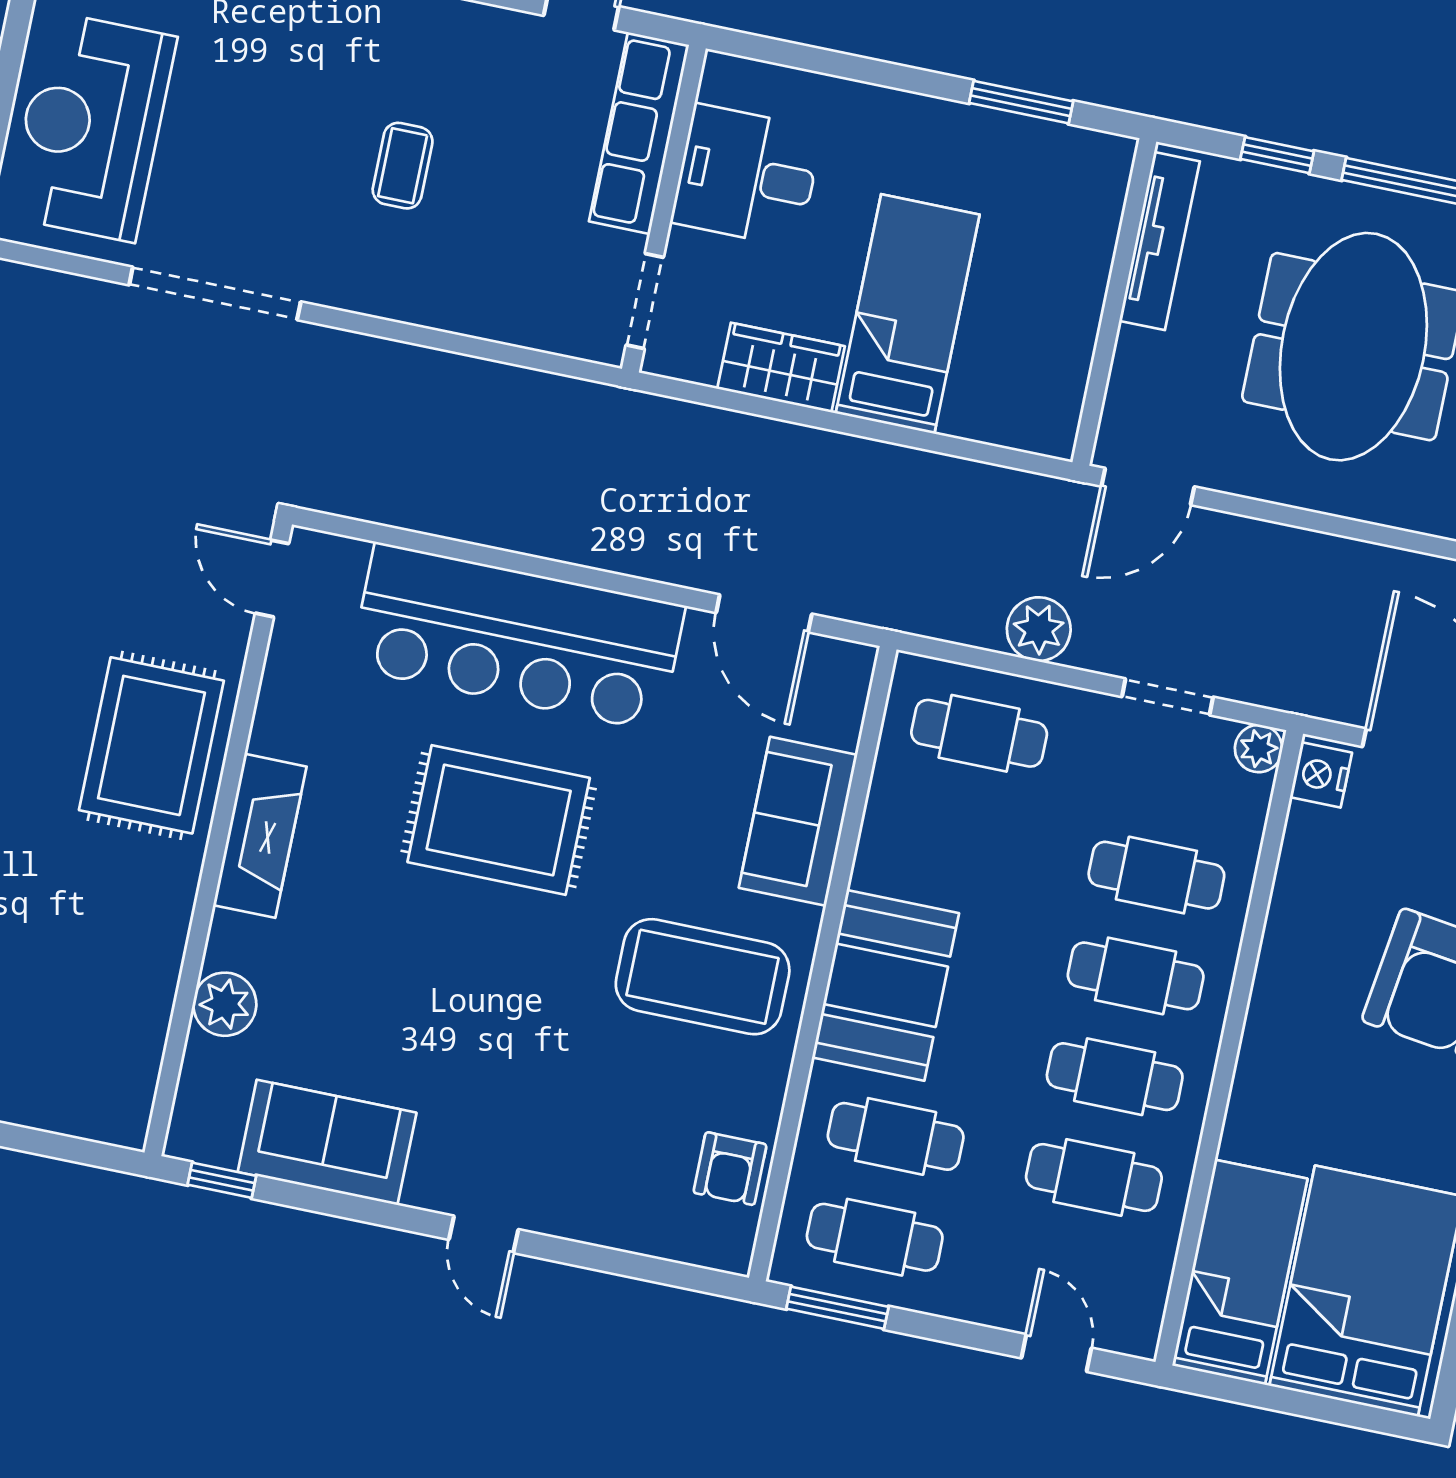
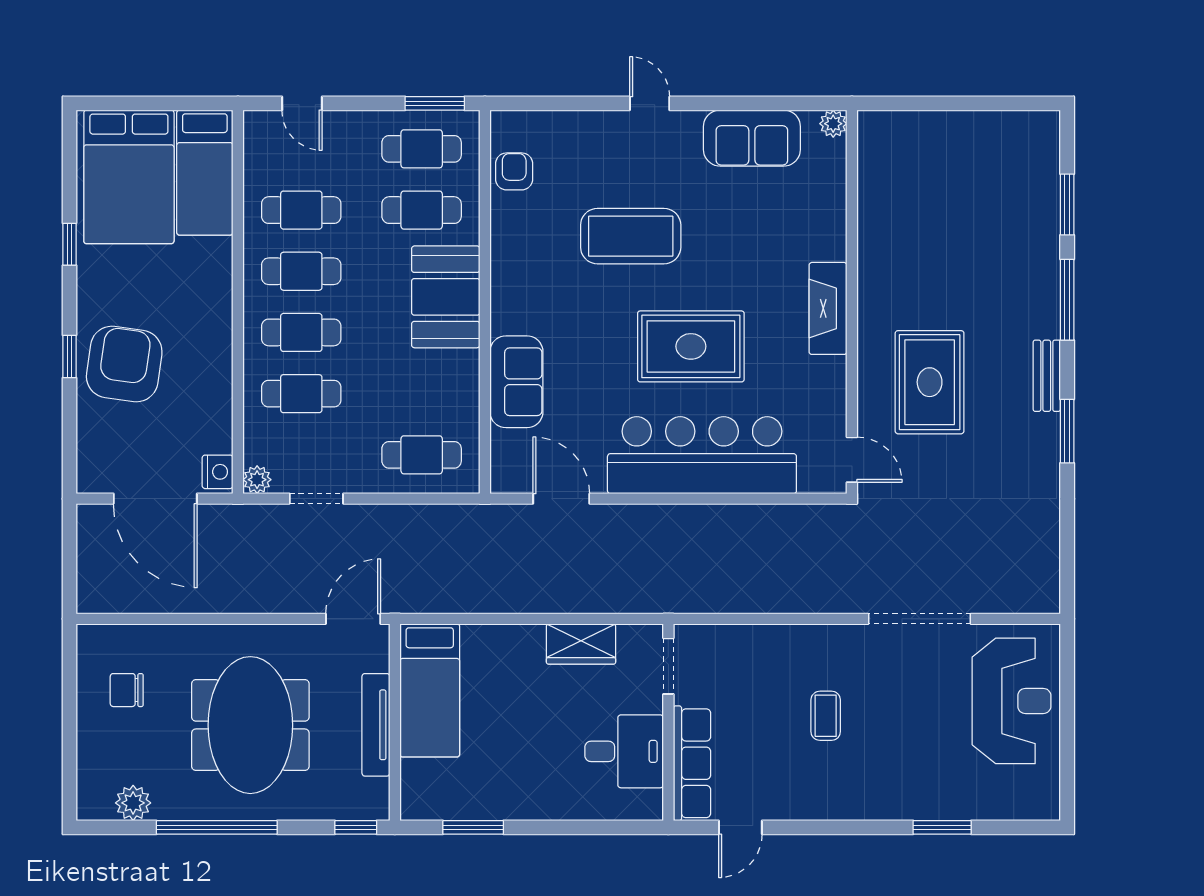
window: (1277, 155) -> (356, 827), moved
tv unit: (1160, 241) -> (376, 725), moved
bed: (908, 314) -> (430, 690), moved
plant: (1039, 629) -> (399, 523), removed
rug: (151, 745) -> (930, 382), moved
coffee table: (703, 977) -> (631, 236), moved
plant: (225, 1004) -> (833, 124), moved, width x0.73, depth x0.73
window: (222, 1180) -> (809, 103), removed

